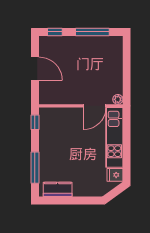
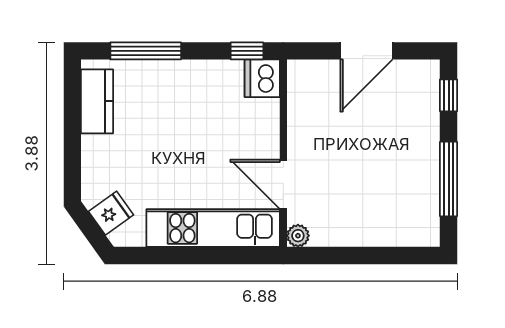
dishwasher: (47, 115) -> (262, 78), added
fridge: (115, 175) -> (111, 213), moved, turned 54

